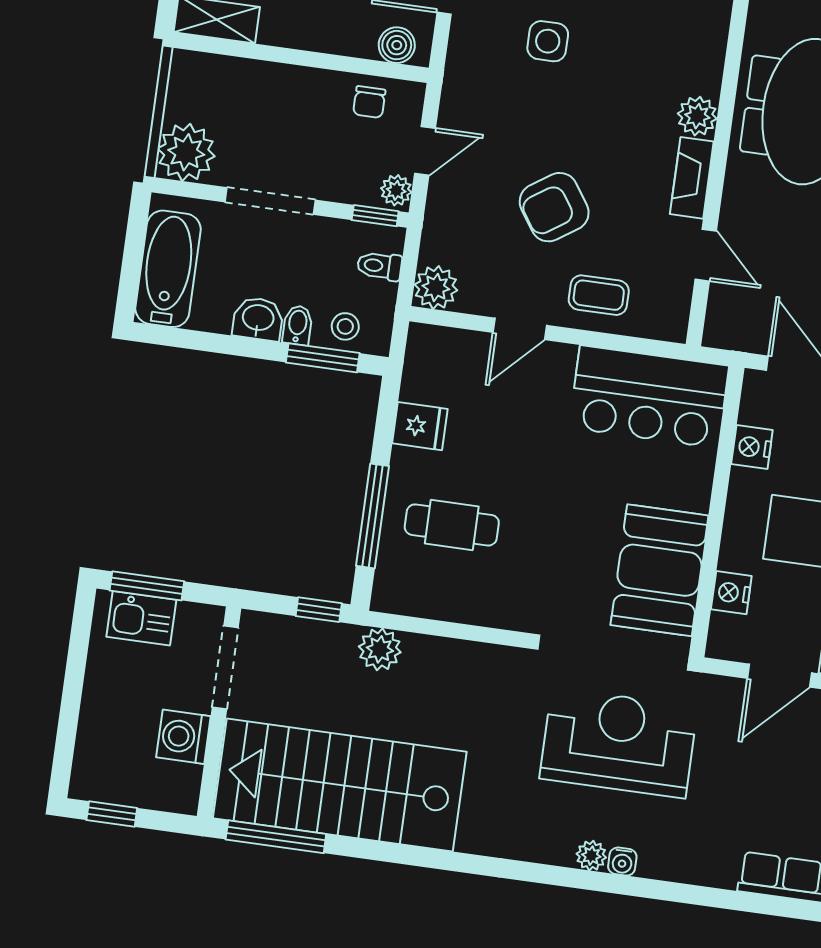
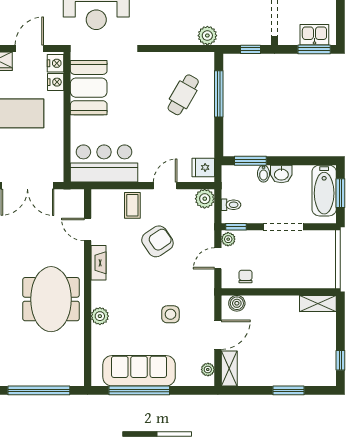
plant: (697, 116) -> (100, 316), moved
plant: (186, 152) -> (323, 243), removed
window: (133, 258) -> (340, 193), added
coffee table: (599, 295) -> (132, 205), turned 90
stool: (345, 326) -> (242, 176), removed
fridge: (420, 426) -> (203, 167), moved
nightstand: (752, 447) -> (55, 63), moved
cafe table: (452, 525) -> (183, 95), turned -60
window: (319, 610) -> (250, 49), moved

